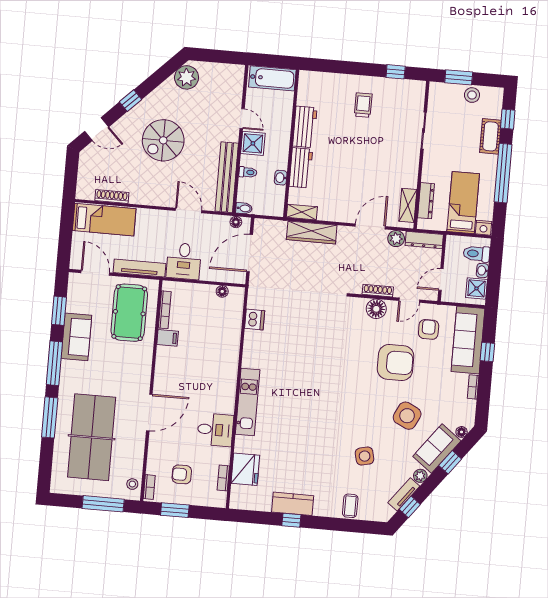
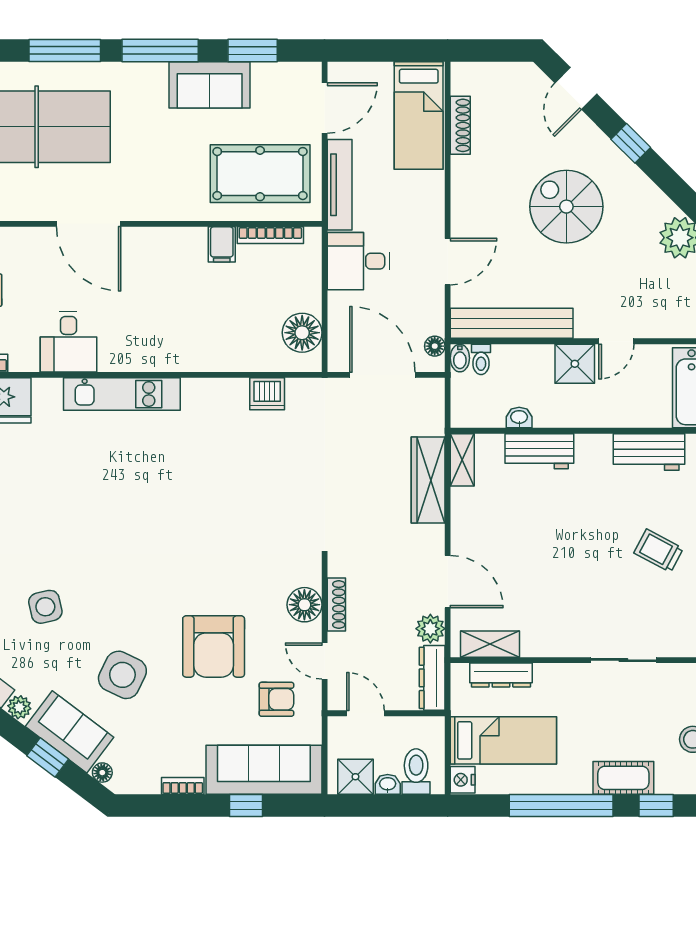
trolley: (363, 105) -> (659, 551), turned -152
workbench: (305, 127) -> (649, 452), moved
toilet: (248, 172) -> (481, 359), moved
floor lamp: (222, 291) -> (302, 333), width x1.89, depth x1.89

